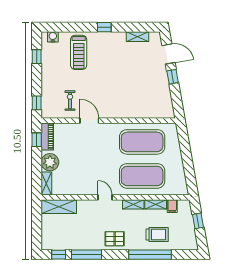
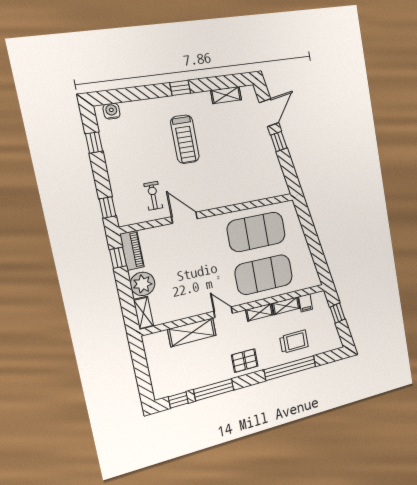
treadmill: (79, 52) -> (185, 139), moved
door: (169, 54) -> (269, 113), hinge flipped
shelving: (59, 207) -> (192, 332), moved

